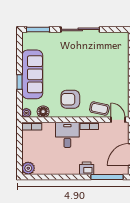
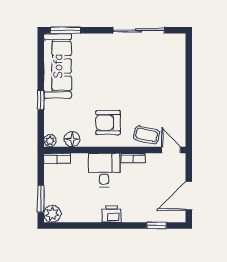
sliding door: (80, 29) -> (139, 30), moved
sofa: (32, 74) -> (58, 66), moved
window: (19, 157) -> (41, 199), added
printer: (87, 168) -> (112, 214), moved
window: (107, 177) -> (157, 226), width x0.46

